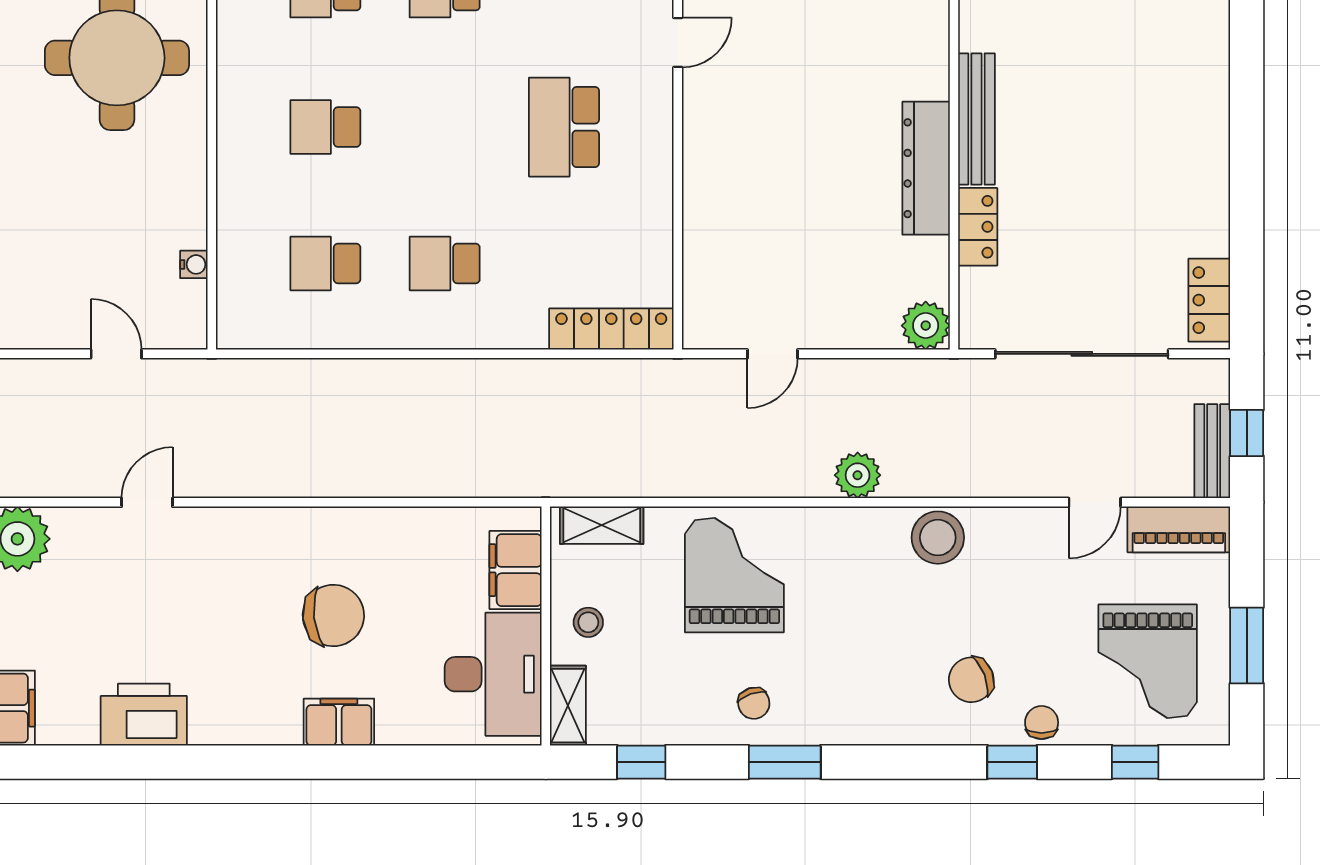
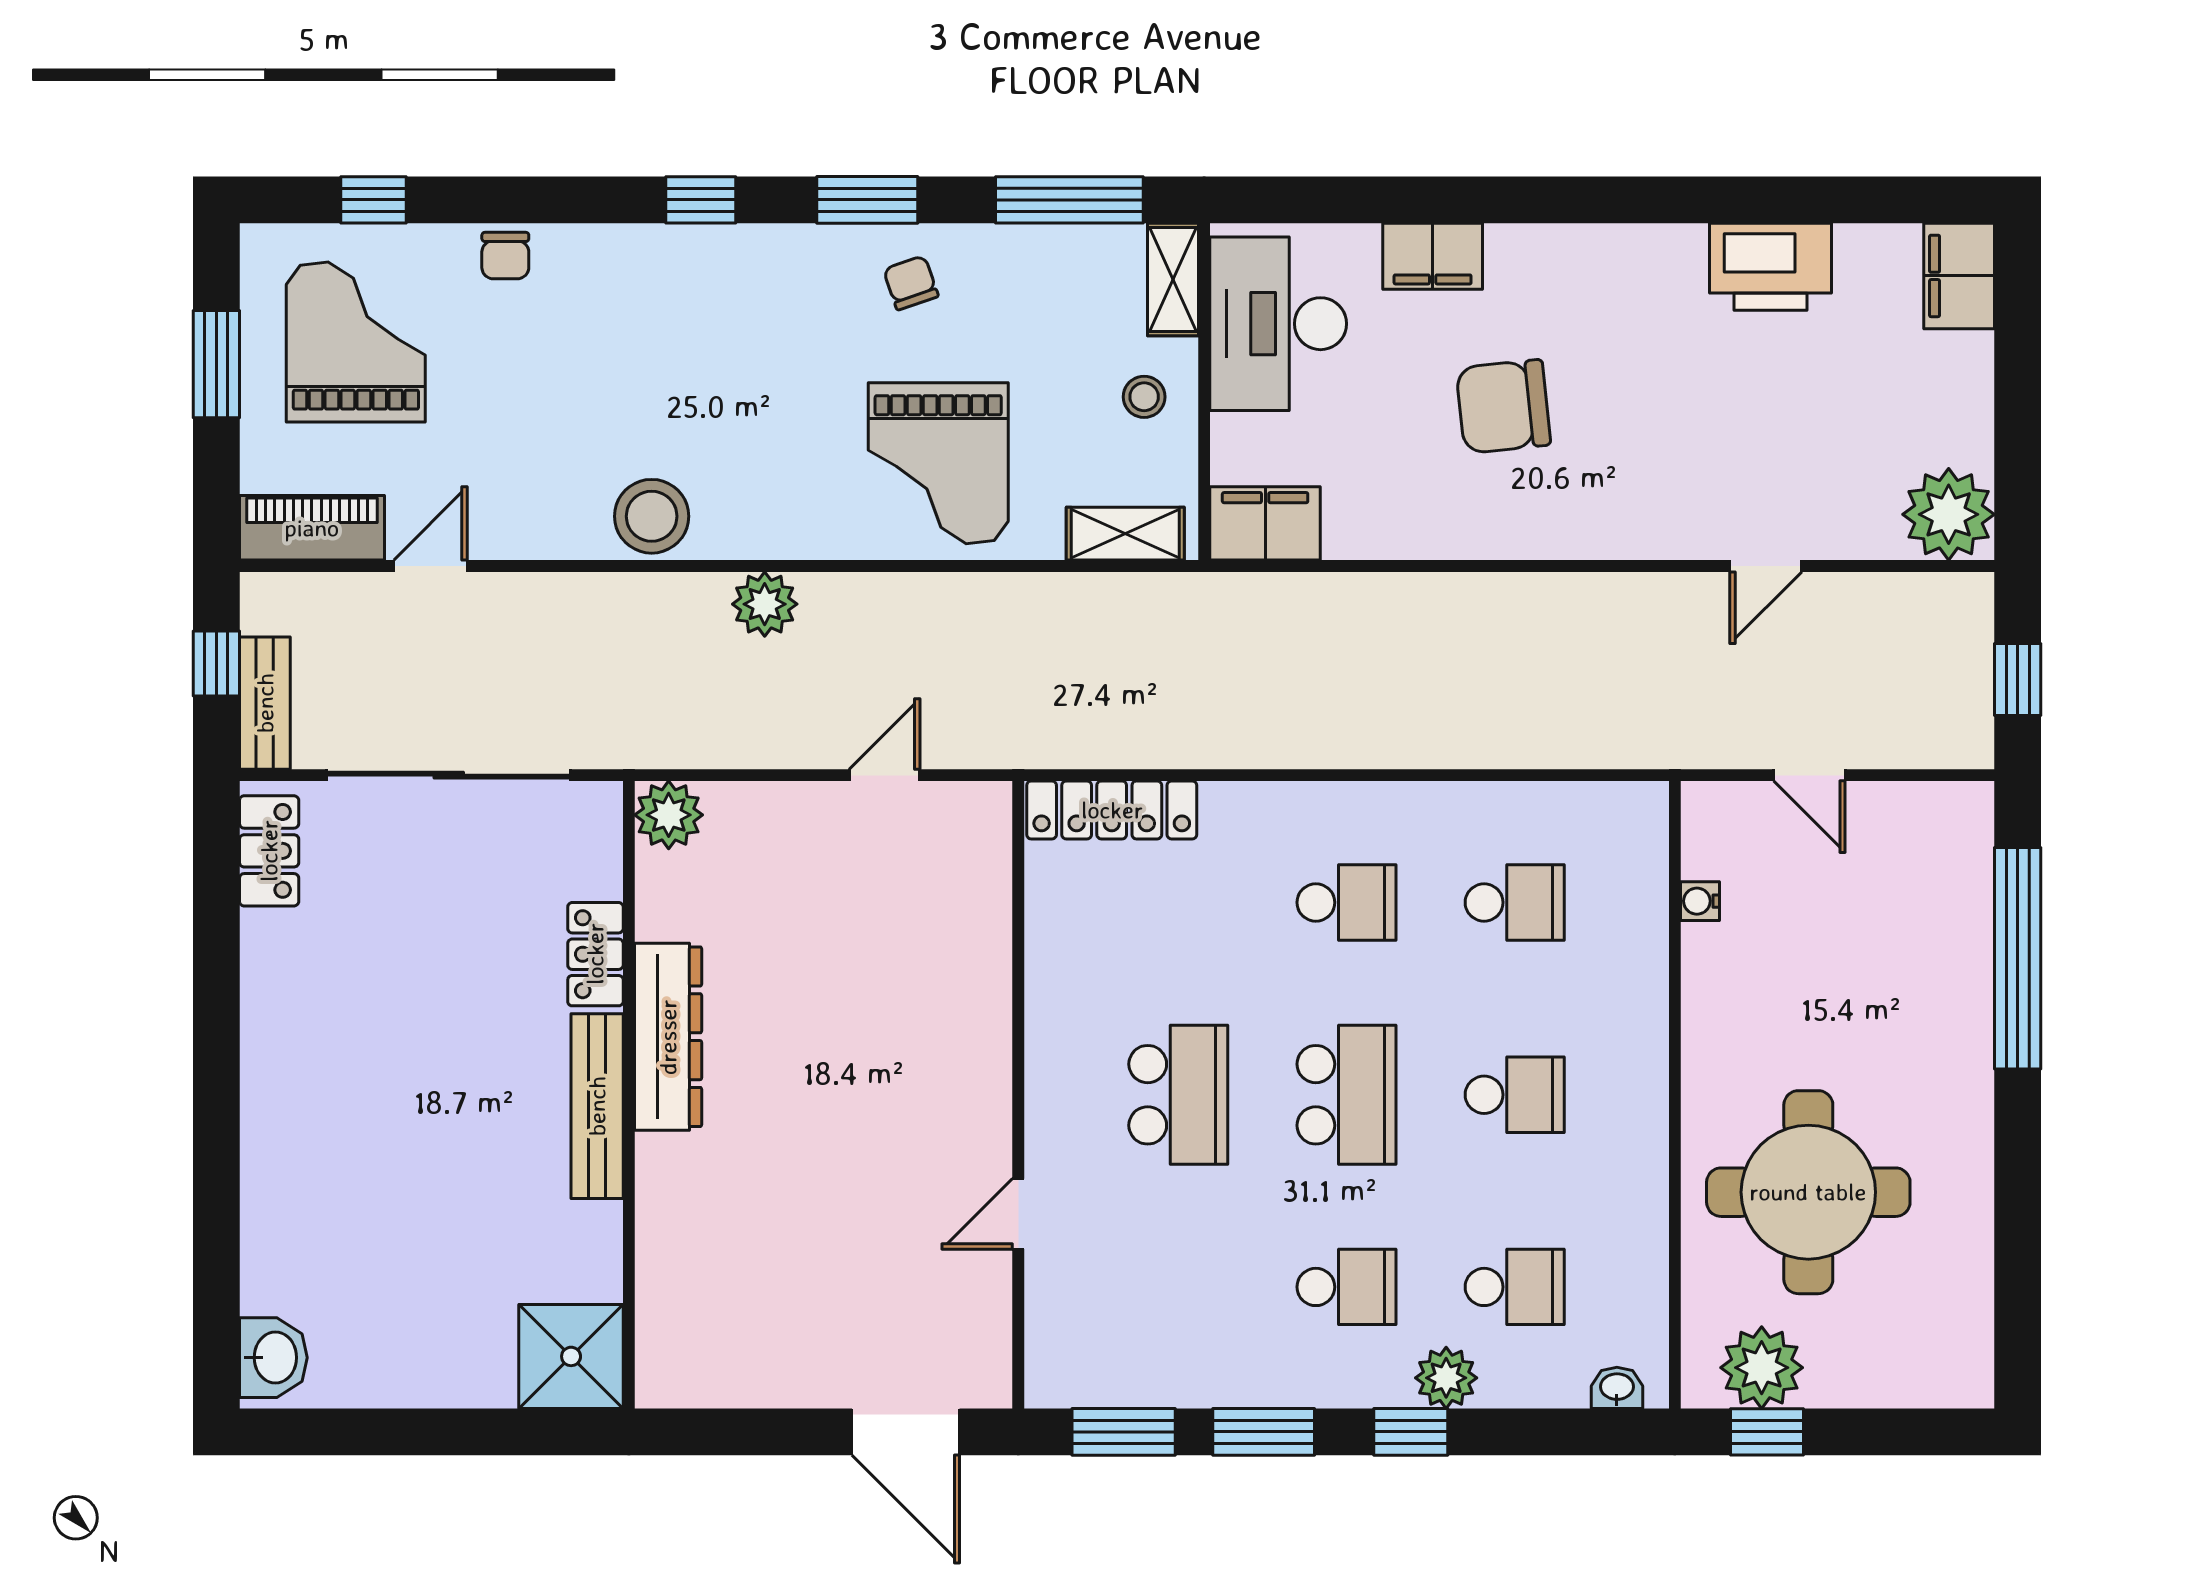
school desk: (445, 127) -> (1347, 1095), added
bench: (1212, 451) -> (265, 703), moved
filing cabinet: (515, 570) -> (1265, 523), moved, turned -90
chair: (971, 680) -> (604, 316), removed
filing cabinet: (339, 722) -> (1433, 256), moved
window: (641, 762) -> (1069, 200), width x2.17
window: (1012, 762) -> (701, 200), moved

